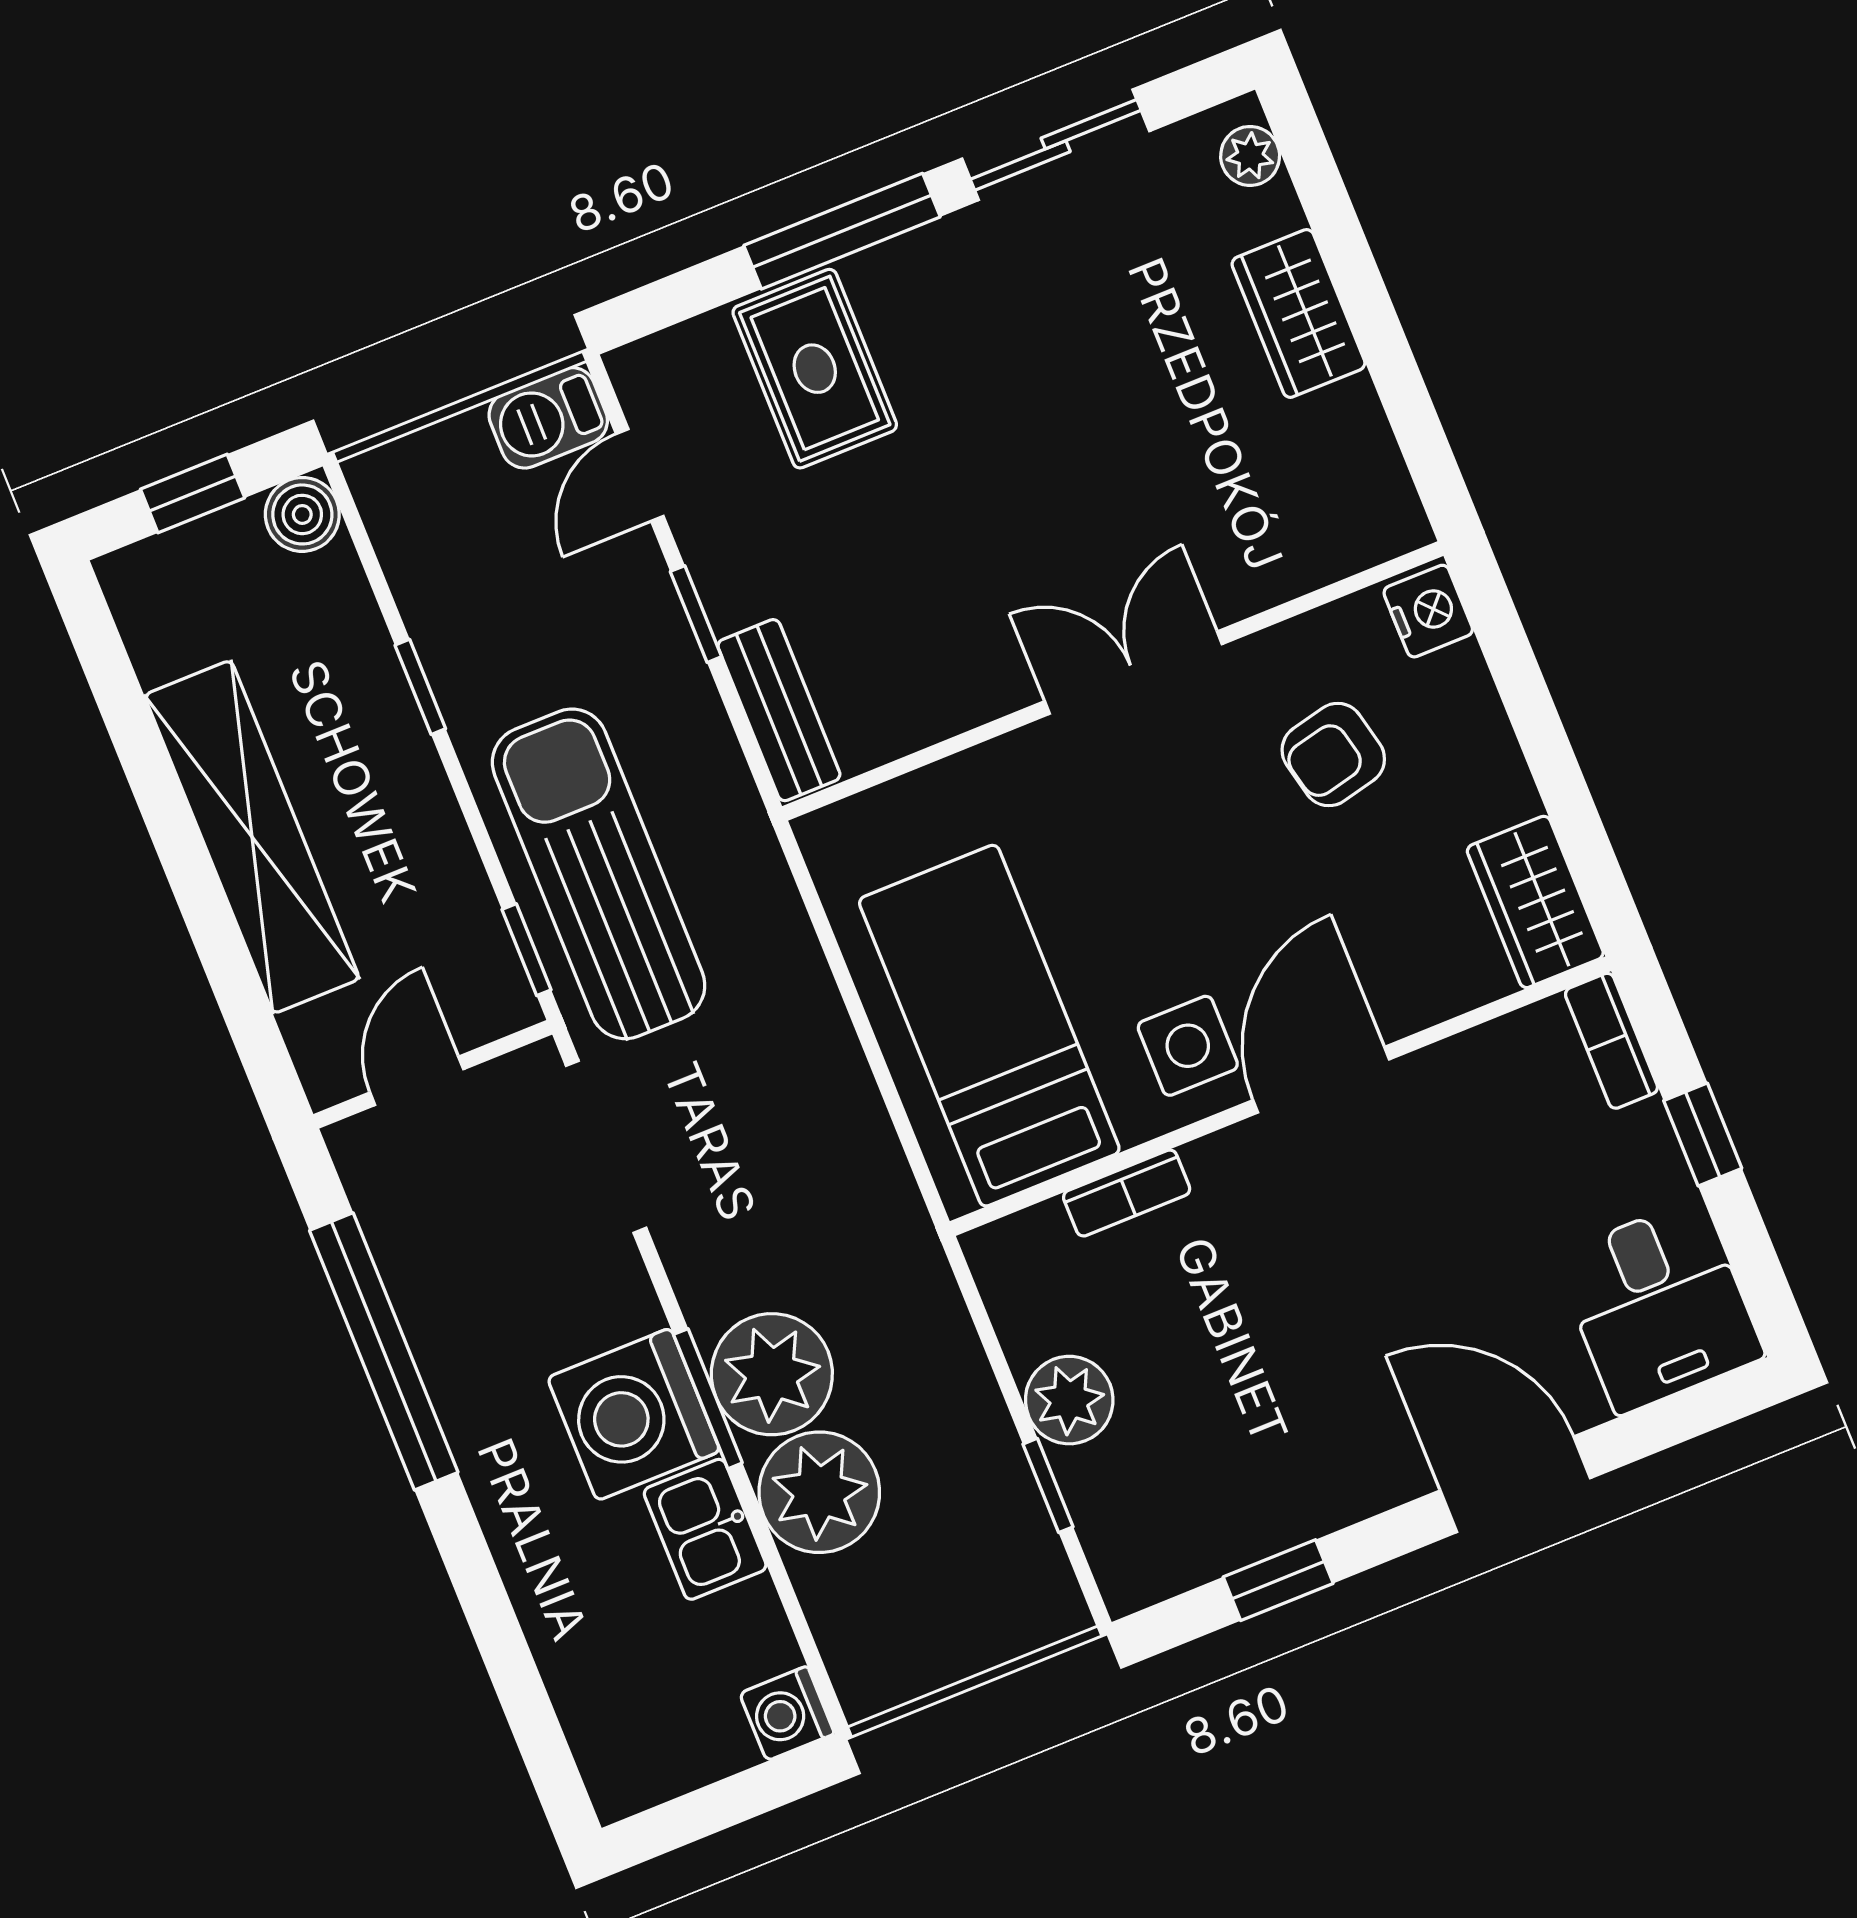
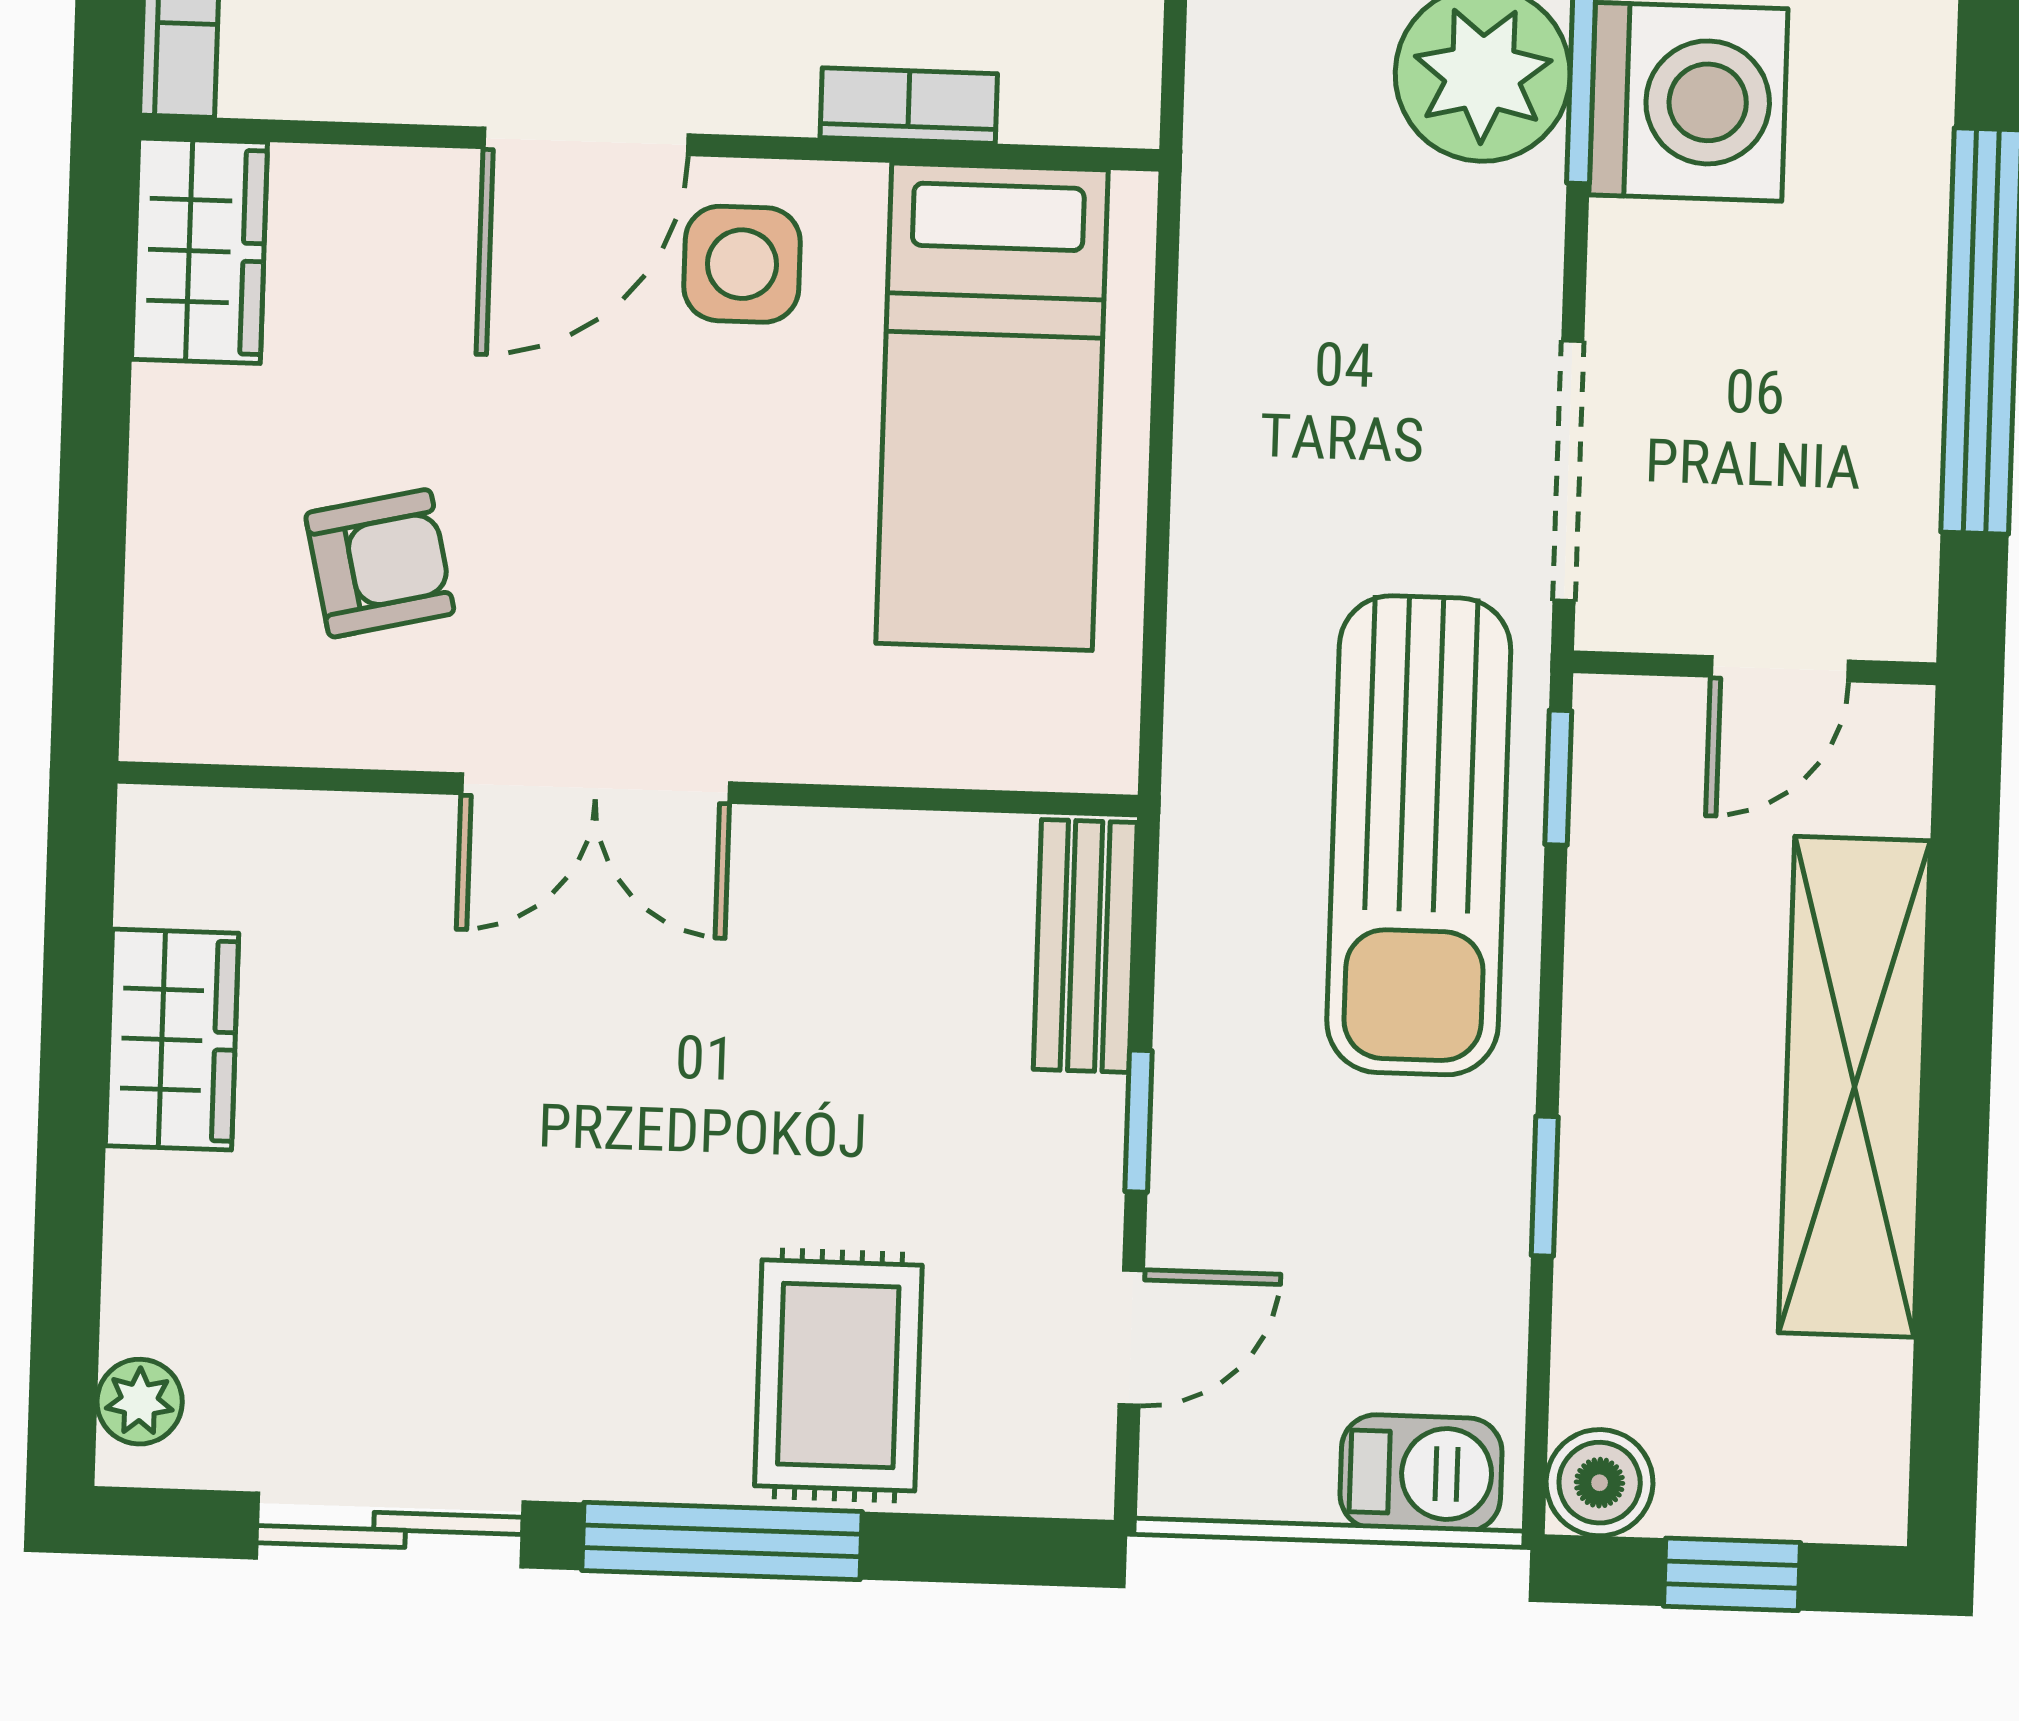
wardrobe: (1298, 313) -> (172, 1040), moved
barbecue: (548, 418) -> (1421, 1473), moved
nightstand: (1428, 611) -> (171, 697), removed

